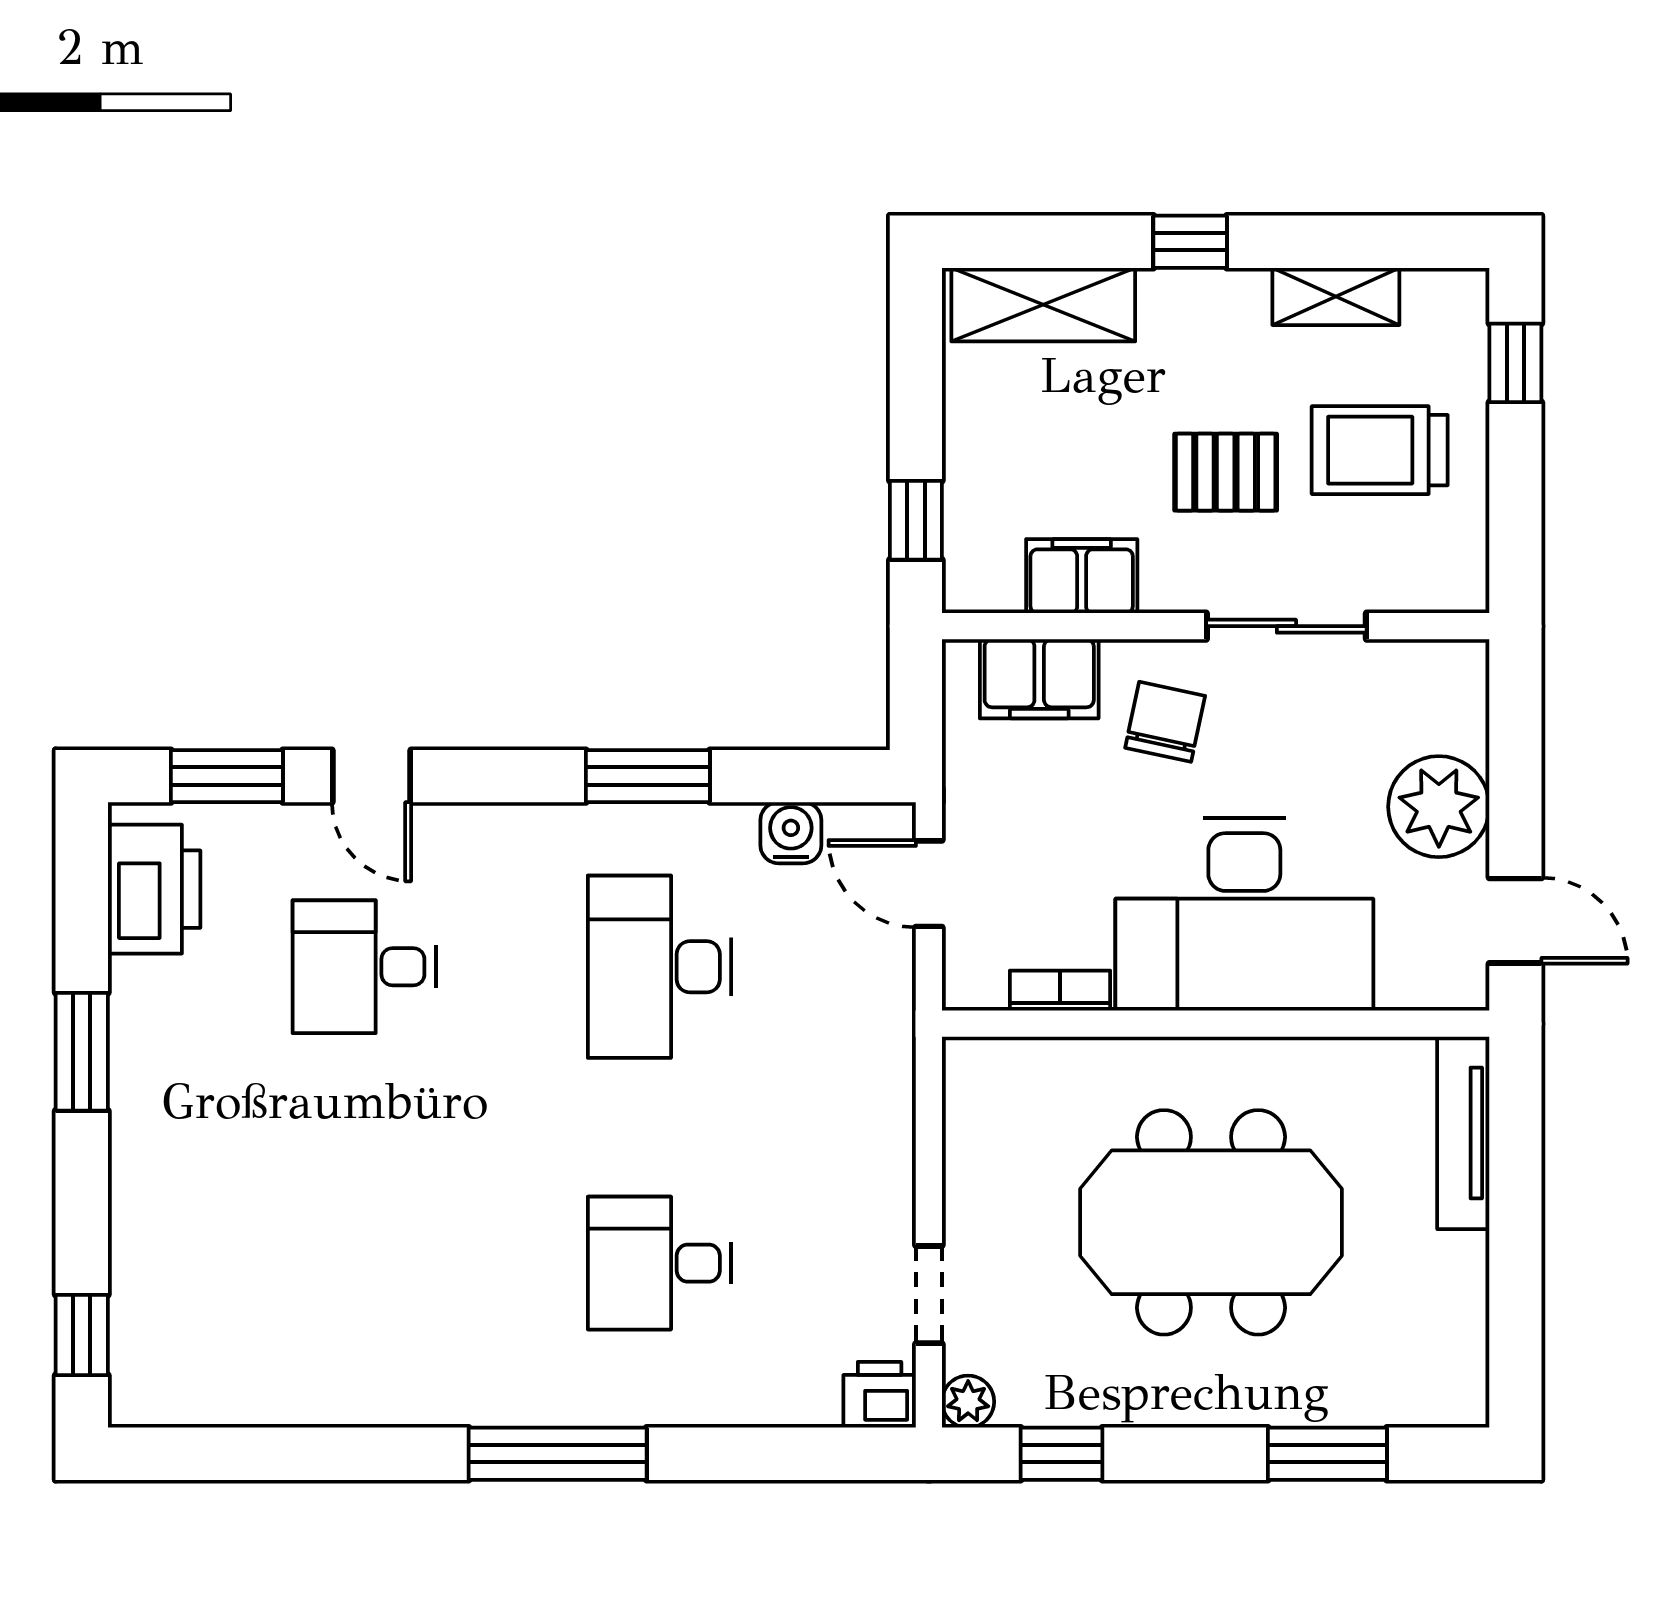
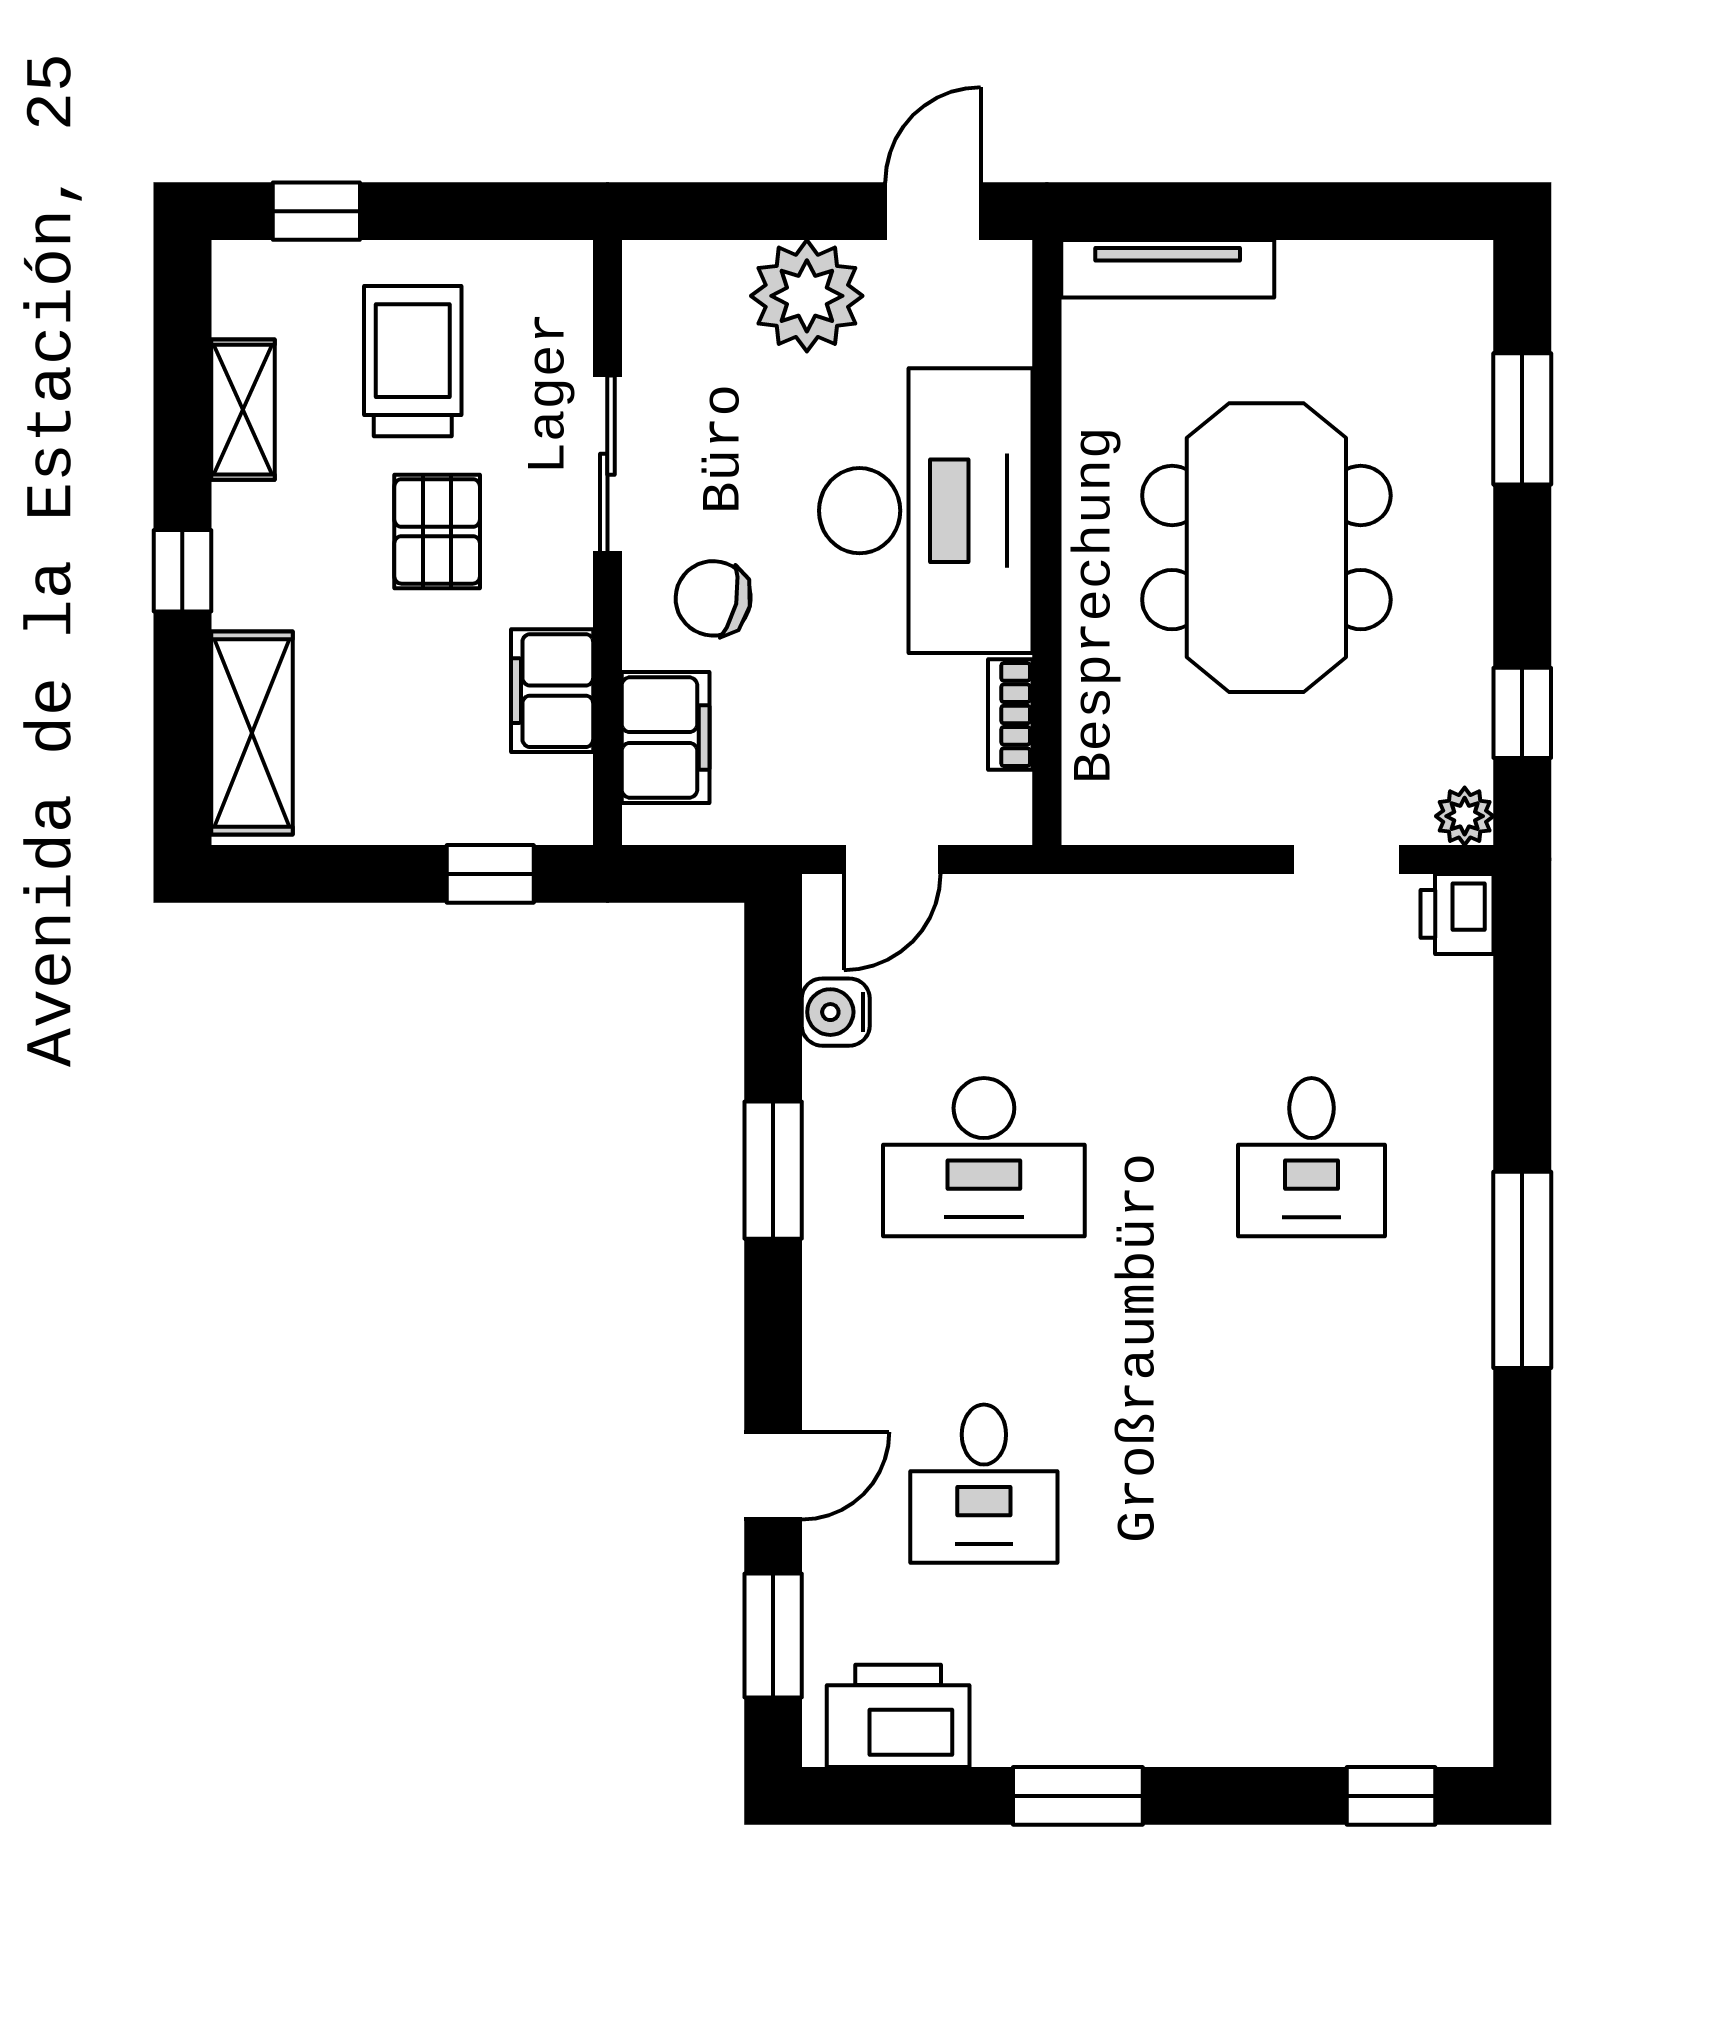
trolley: (1380, 450) -> (413, 361), turned 180

